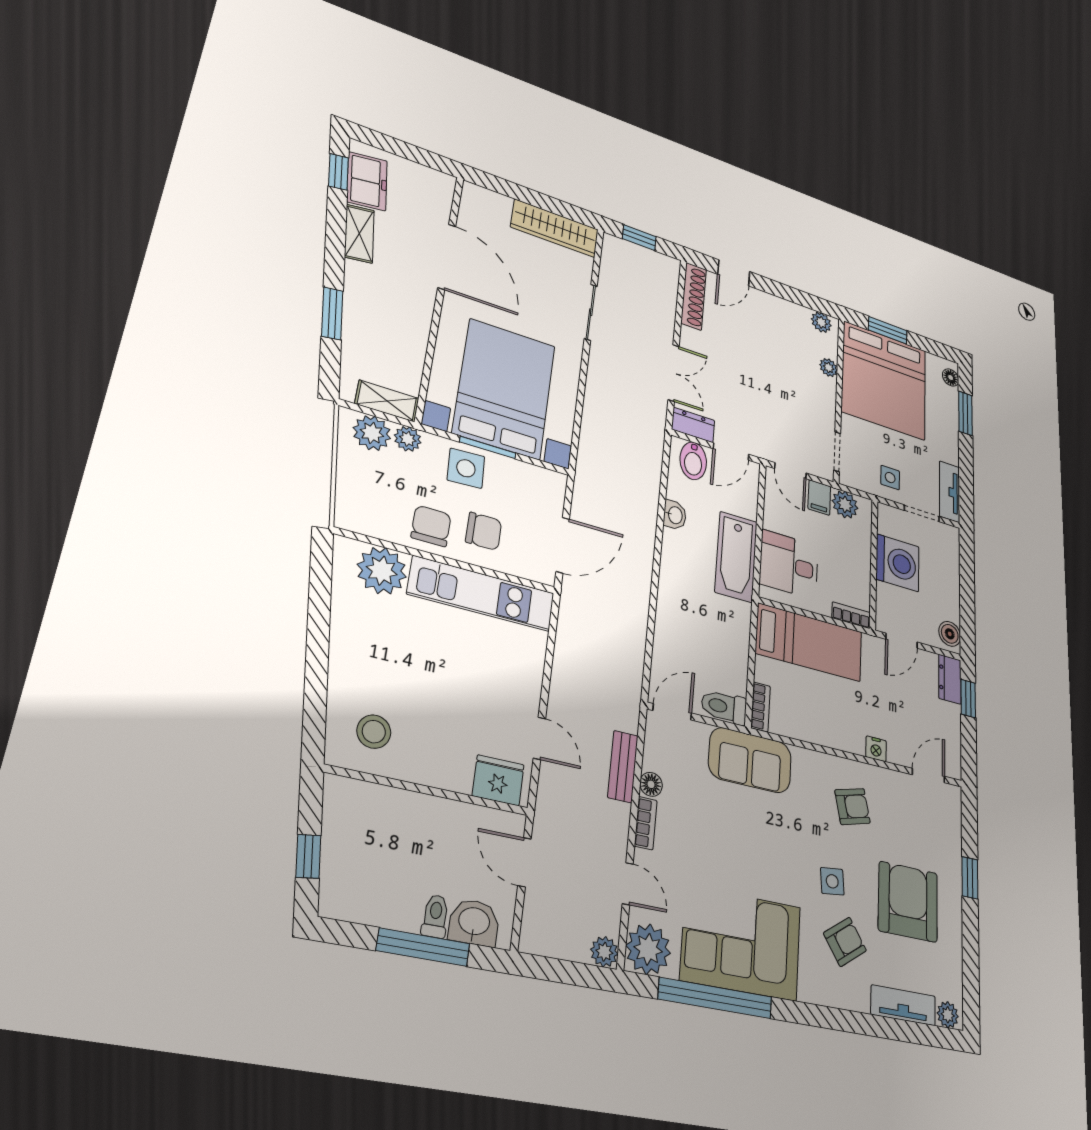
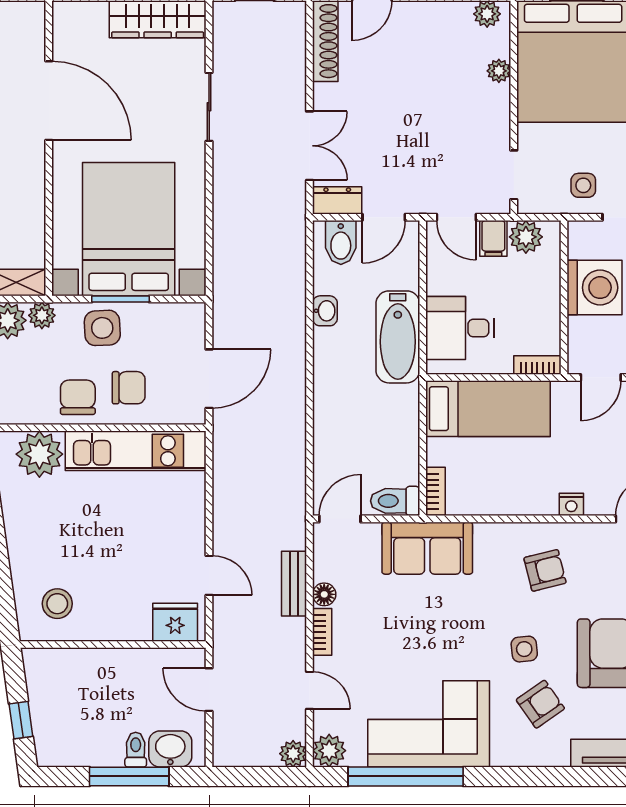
plant: (648, 949) -> (329, 751), width x0.73, depth x0.73

